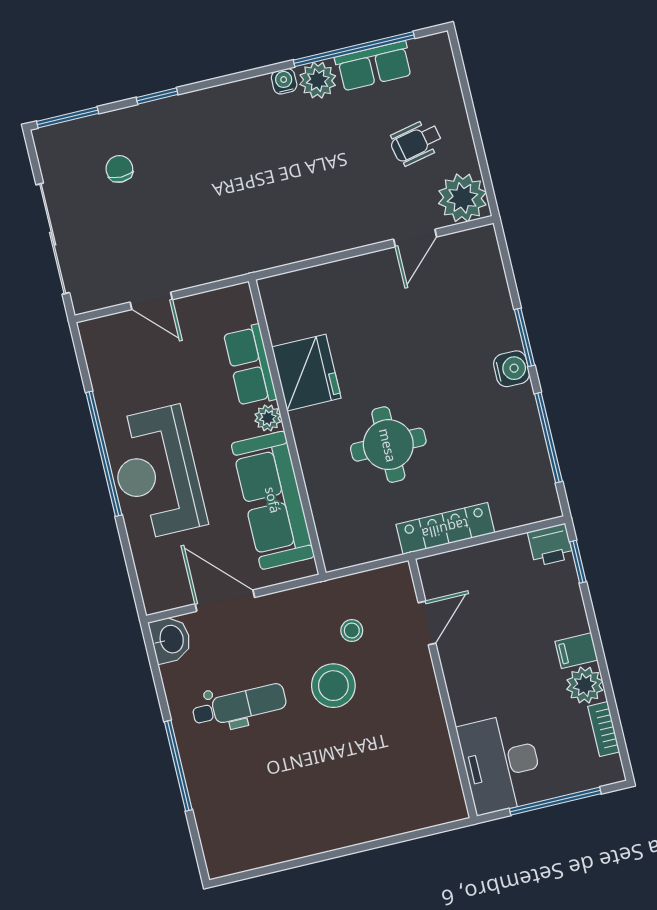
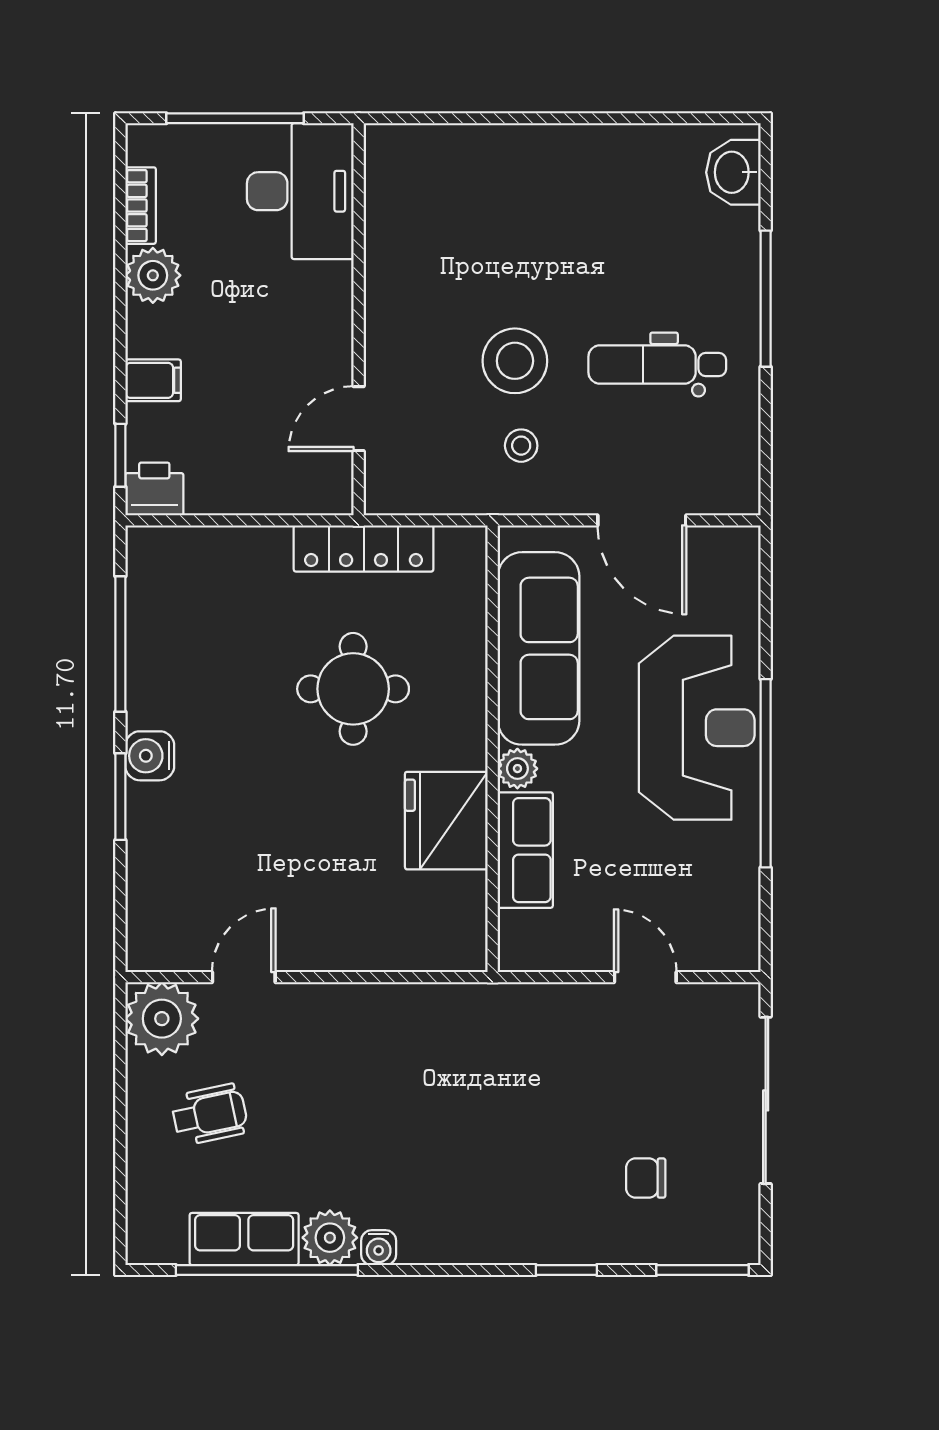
chair: (119, 169) -> (646, 1178), turned 90
locker: (445, 529) -> (364, 548), moved
stool: (352, 631) -> (521, 446), moved
washbasin: (171, 639) -> (733, 172), moved
filing cabinet: (576, 651) -> (153, 380), moved

